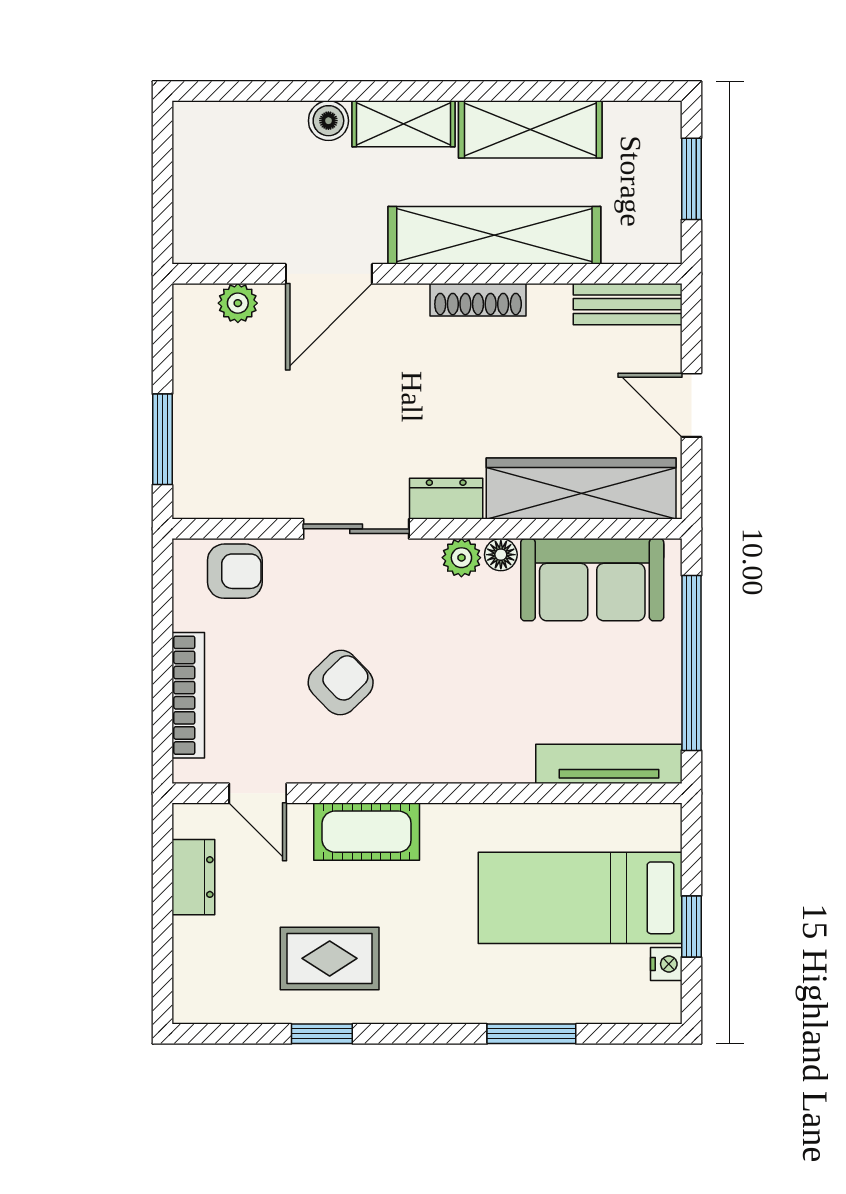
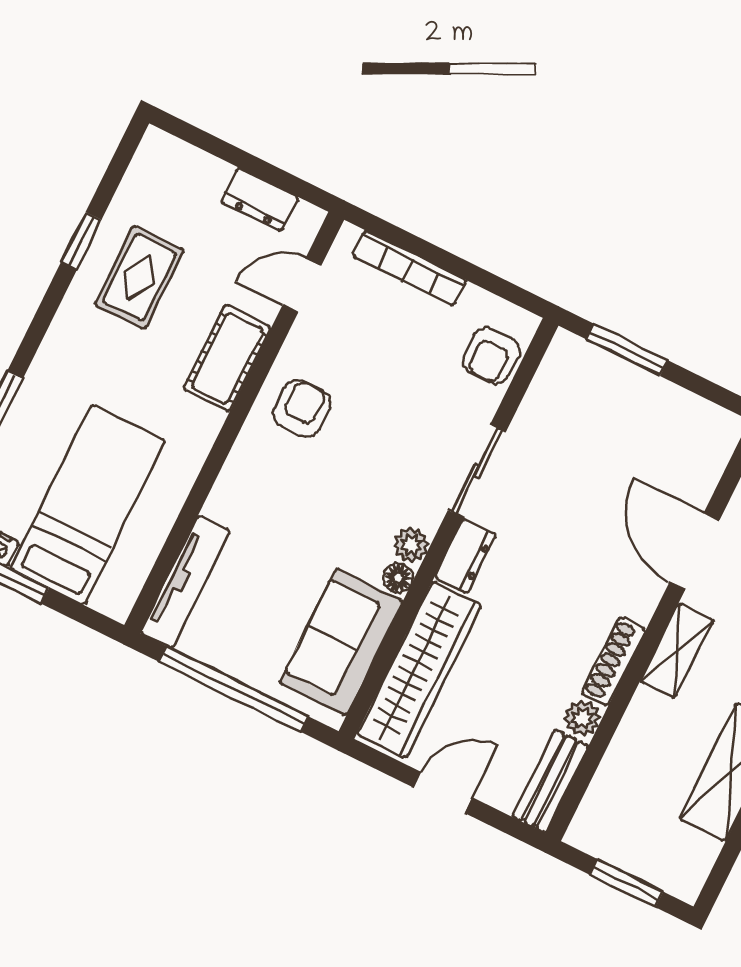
shelving: (494, 235) -> (677, 651), width x0.45, depth x0.75
plant: (238, 303) -> (582, 718), moved
armchair: (341, 683) -> (302, 408), moved, turned -136

